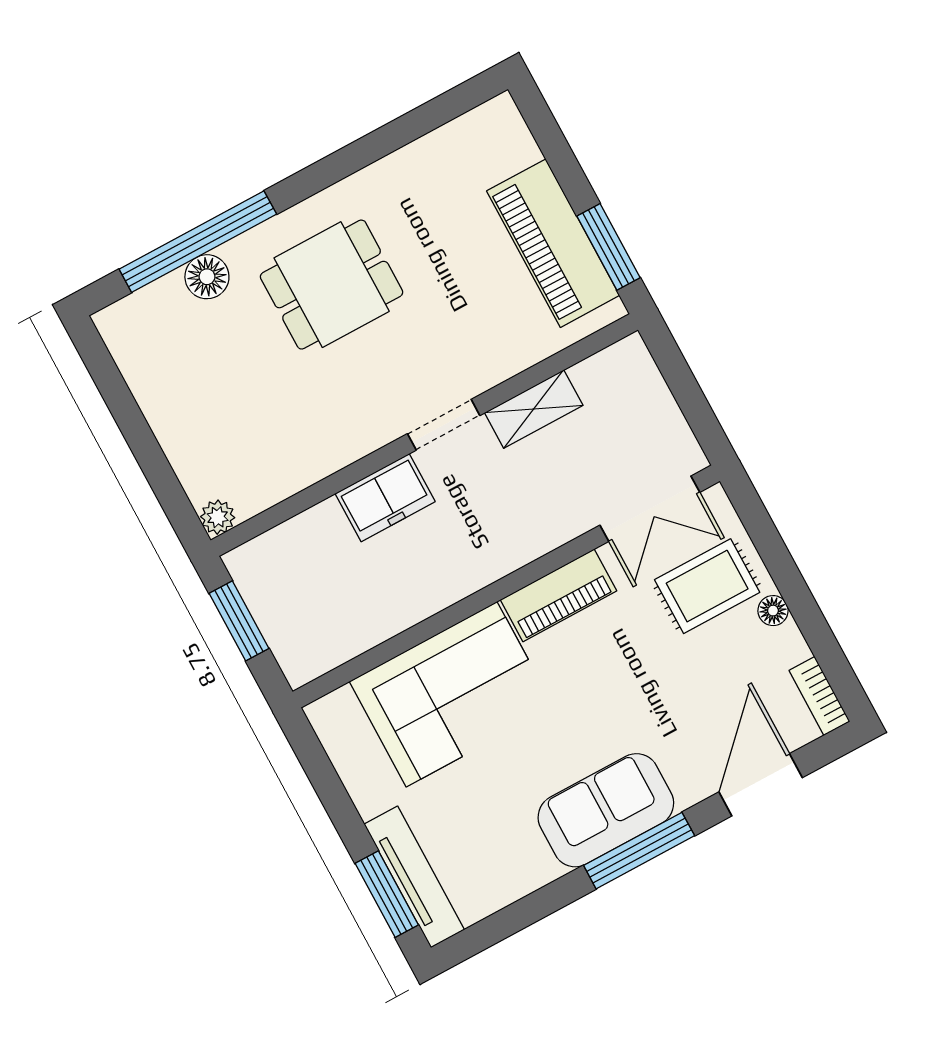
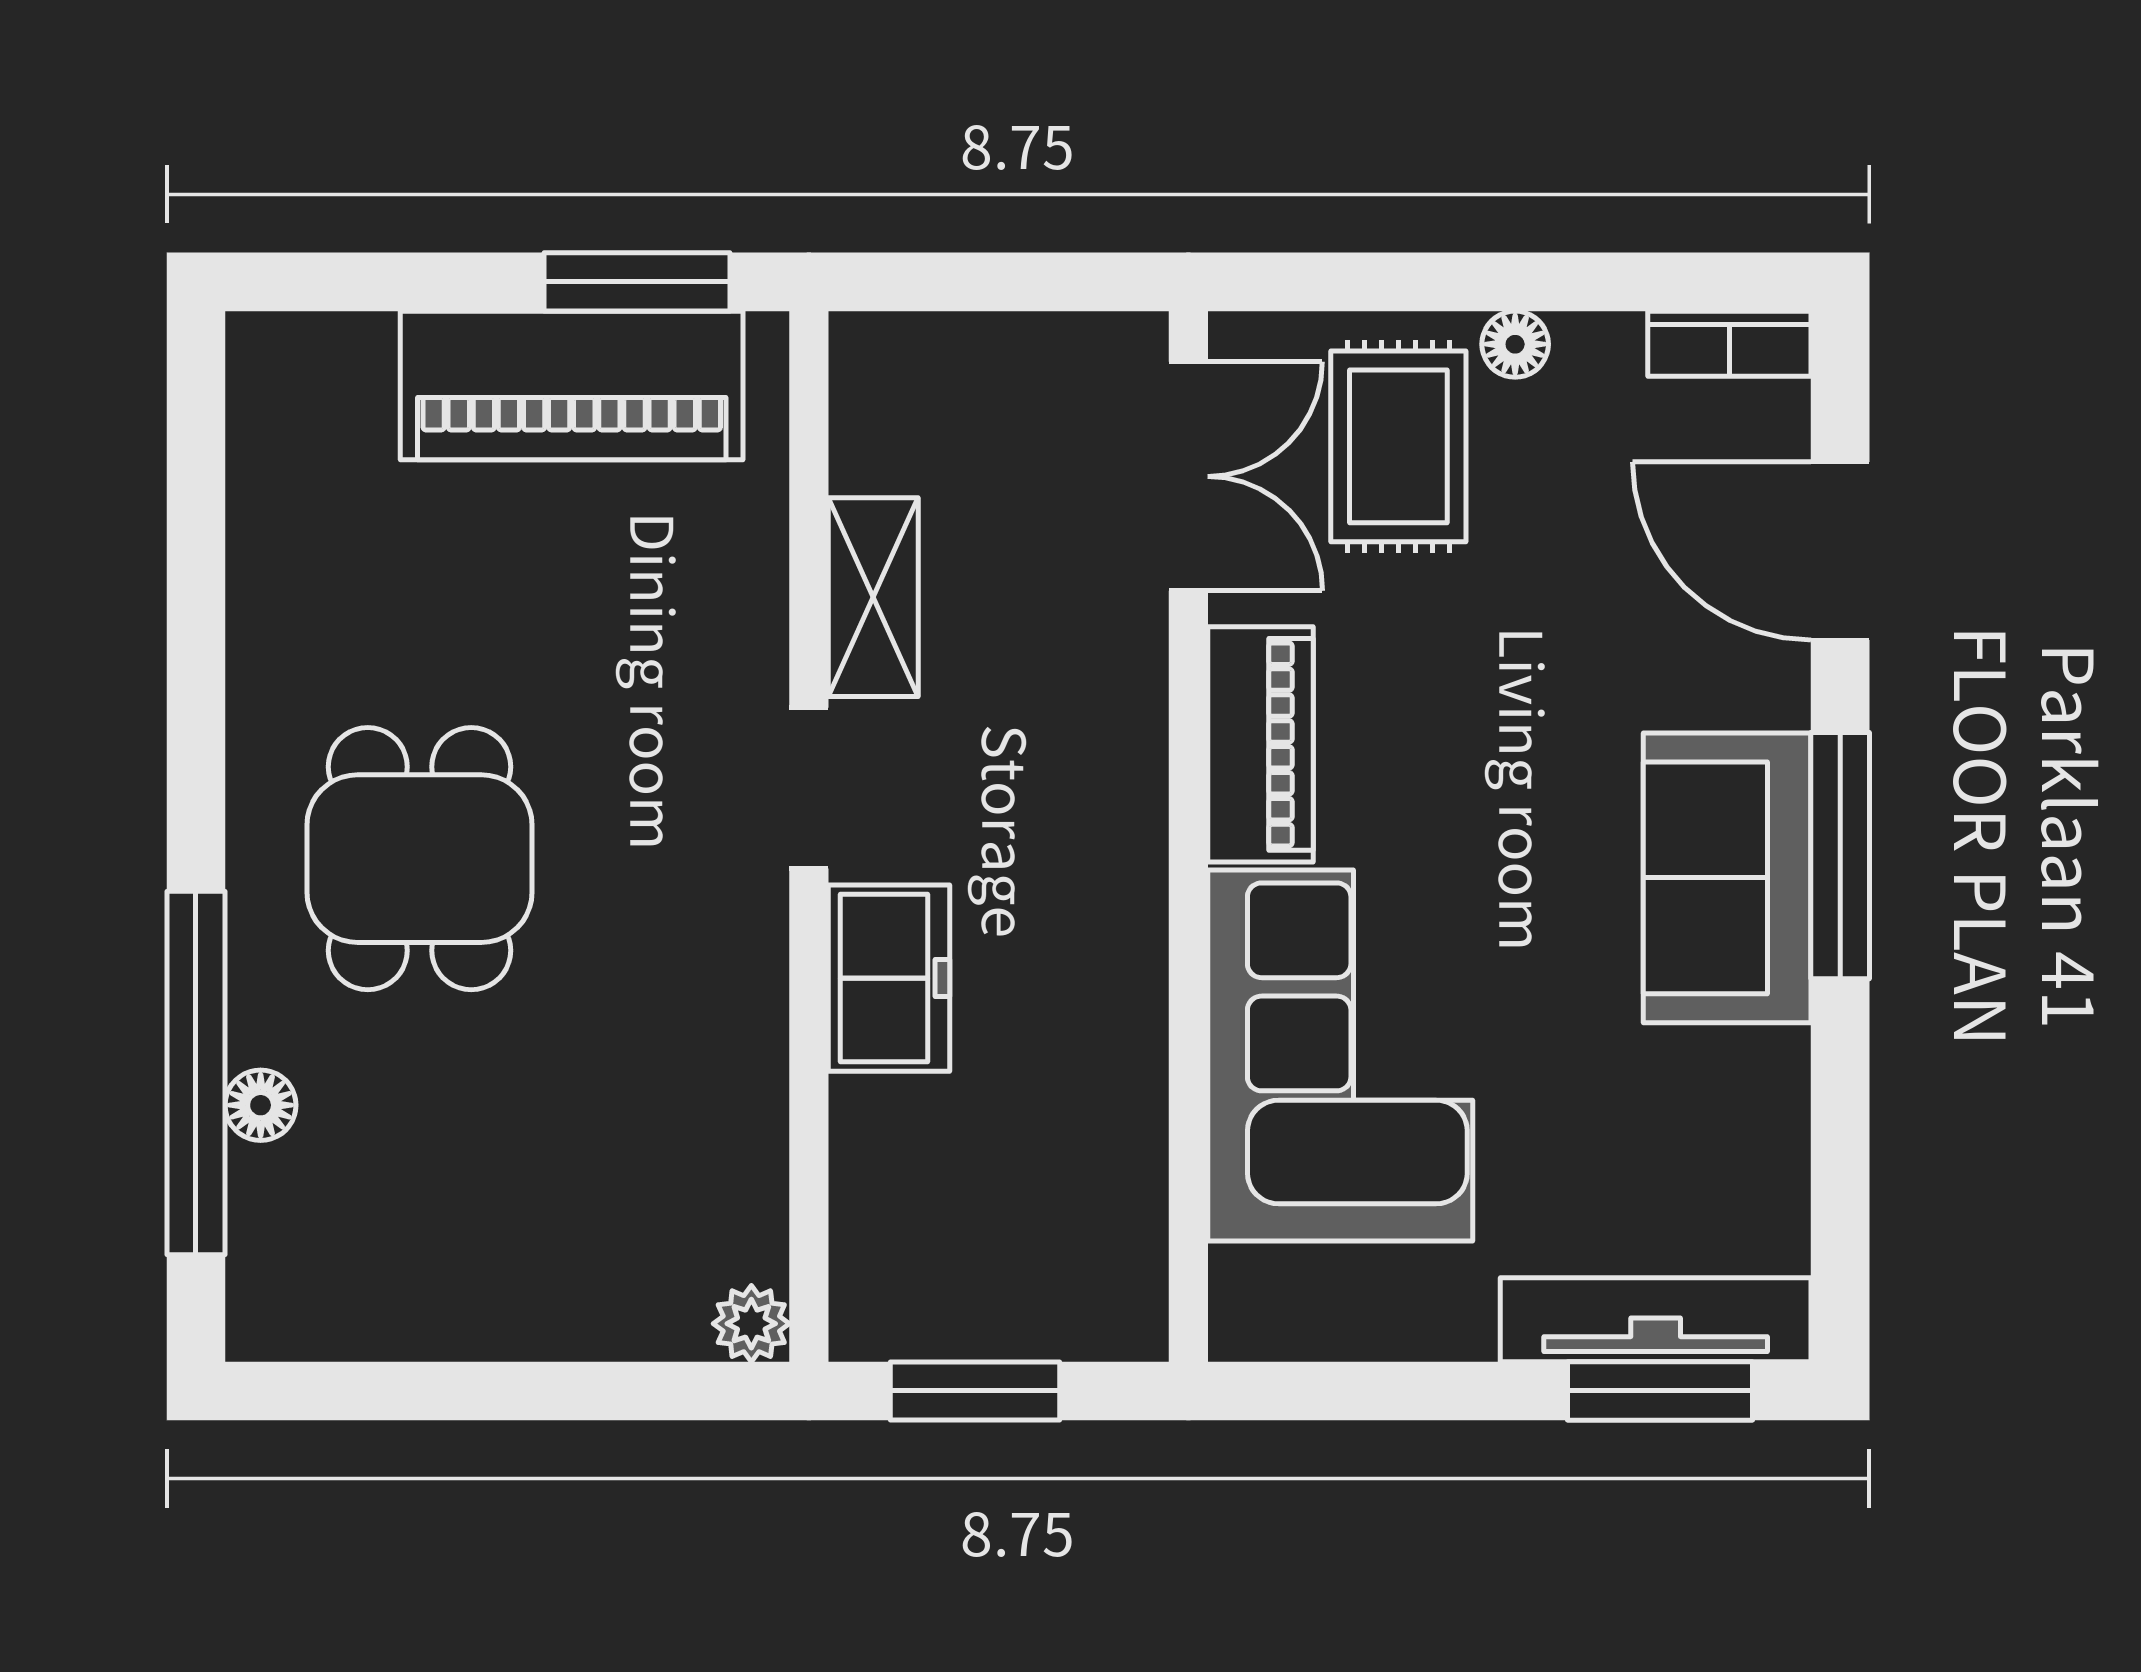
floor lamp: (207, 277) -> (261, 1105), width x0.73, depth x0.73

